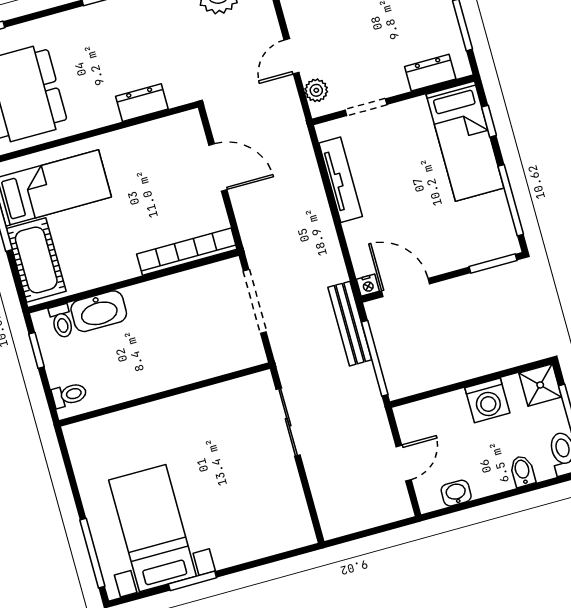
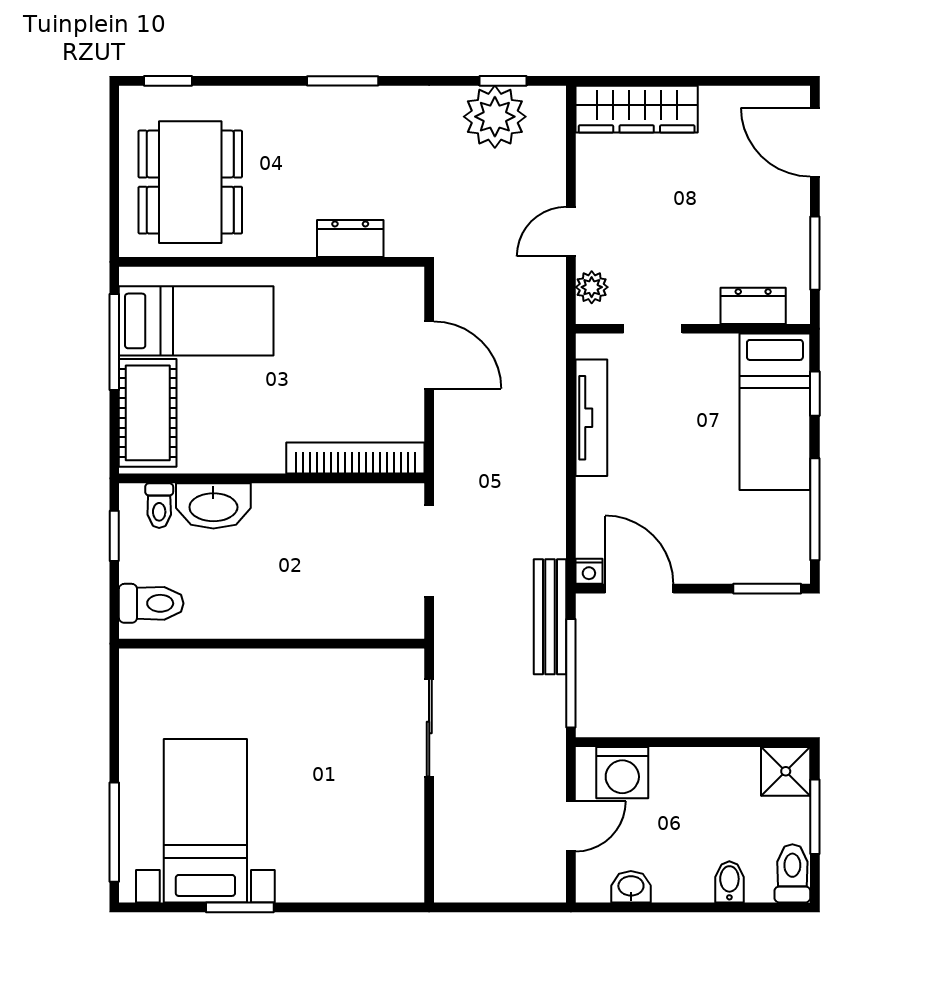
toilet: (69, 395) -> (151, 603), width x1.37, depth x1.39
washing machine: (487, 400) -> (622, 773), moved

